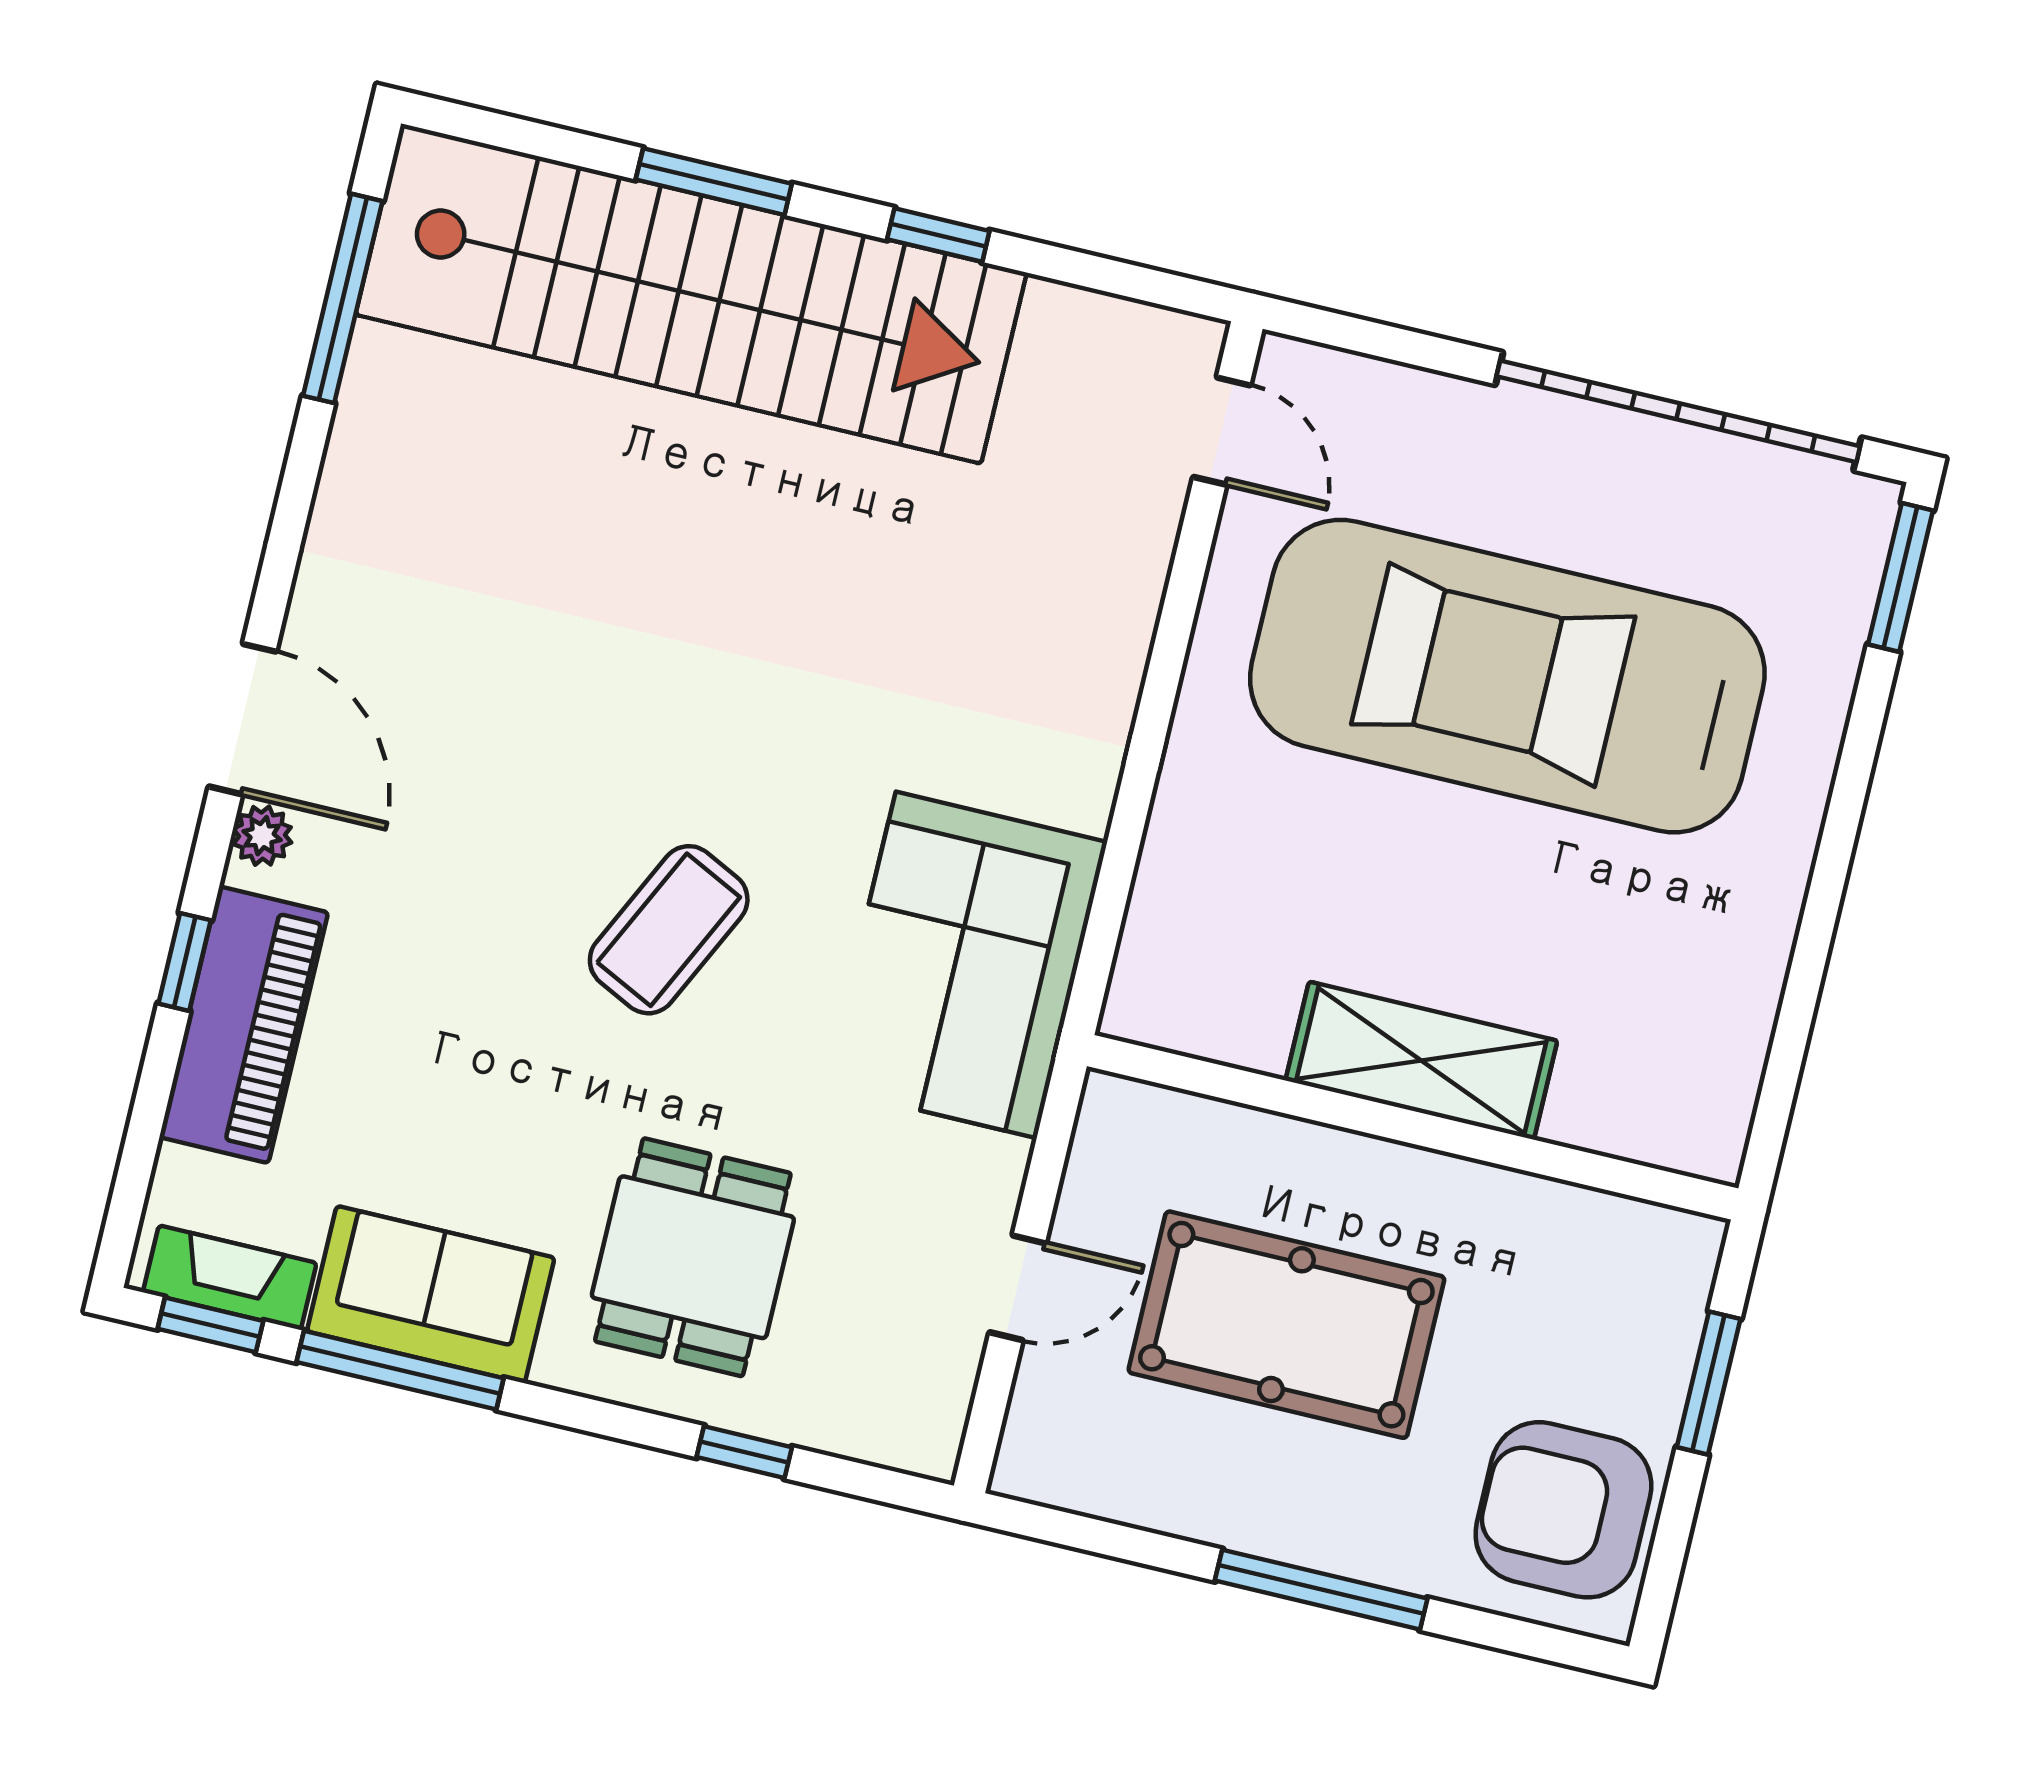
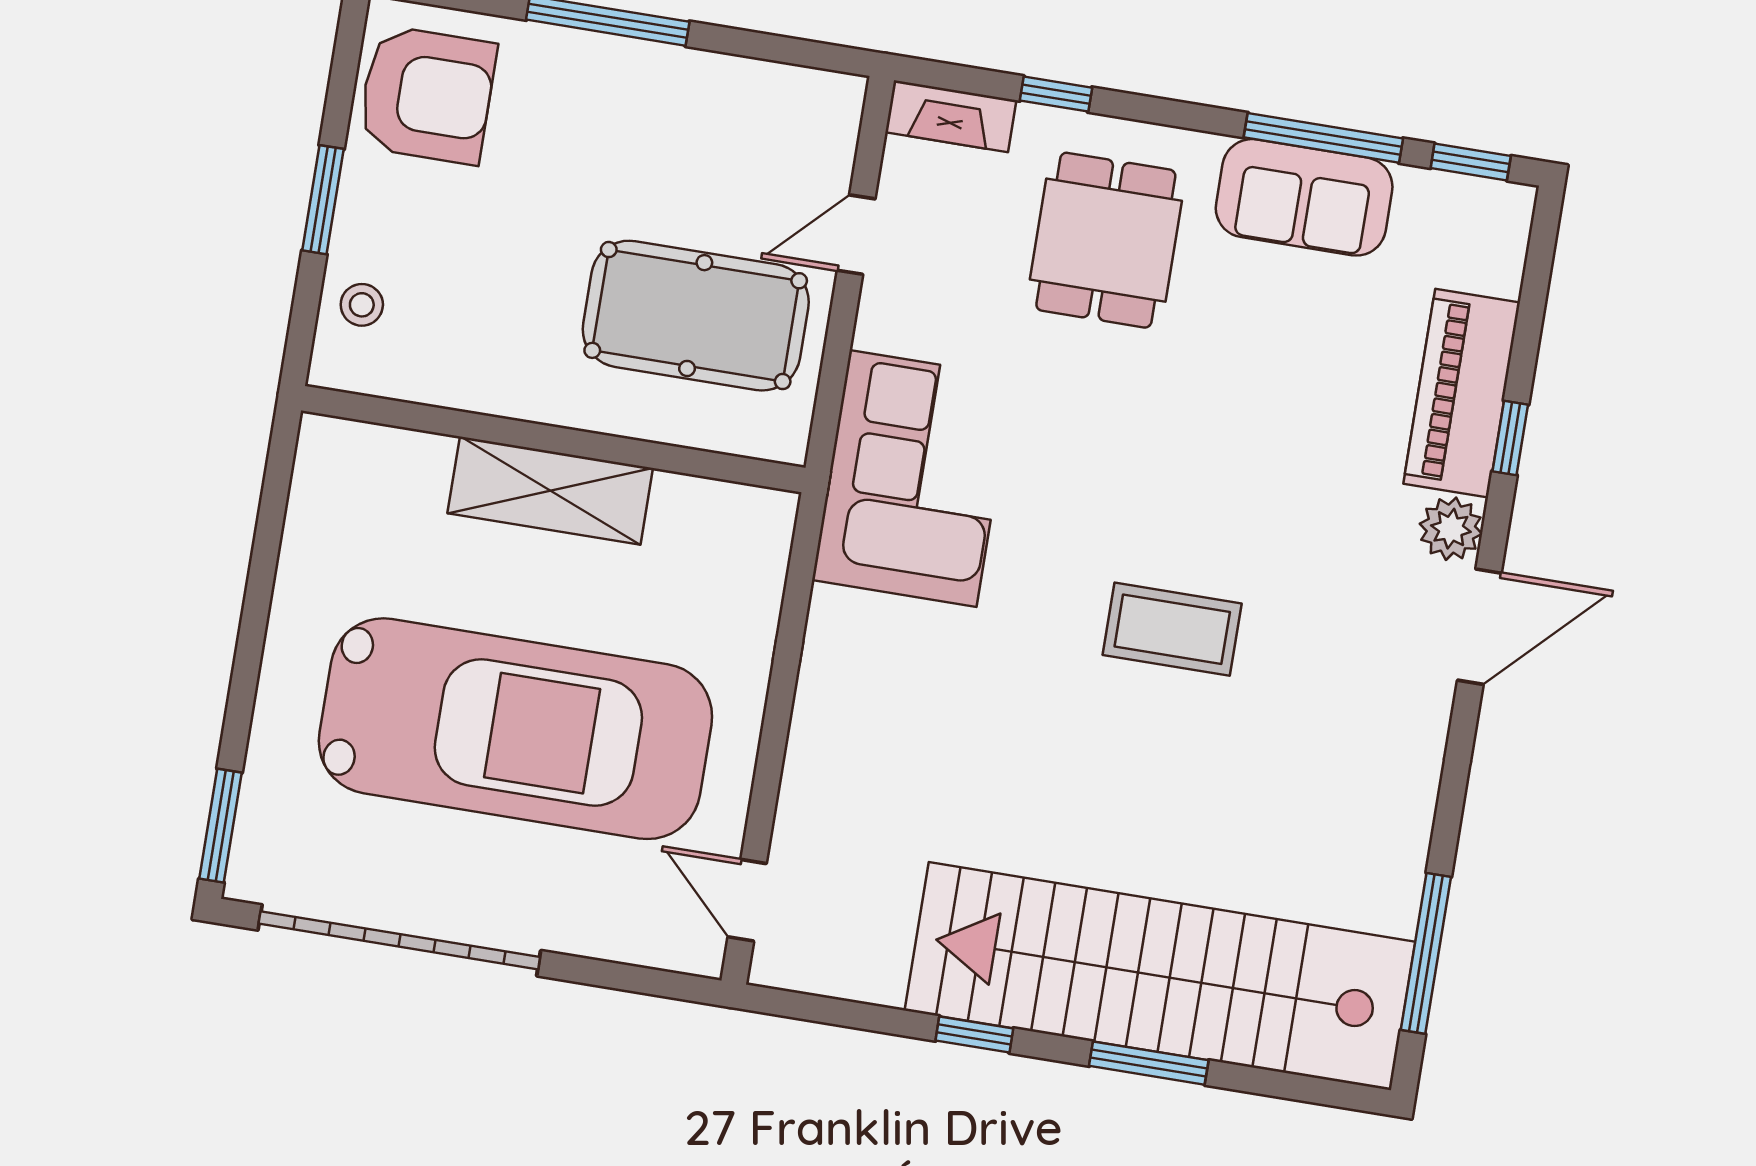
door: (242, 719) -> (1479, 627), swing flipped
plant: (262, 836) -> (1451, 529), width x1.38, depth x1.38
coffee table: (669, 930) -> (1172, 629), moved, turned 64
shelving: (1421, 1061) -> (550, 491), moved
wall: (1413, 1127) -> (553, 439), moved
stool: (1668, 1242) -> (362, 305), added
fireplace: (230, 1278) -> (951, 116), moved
pool table: (1286, 1325) -> (696, 316), moved

